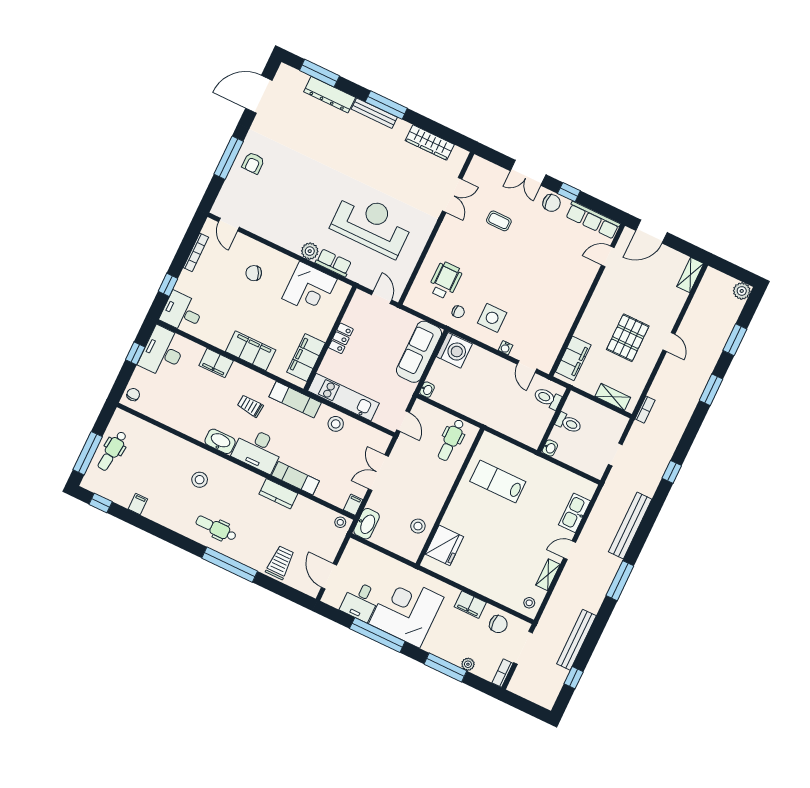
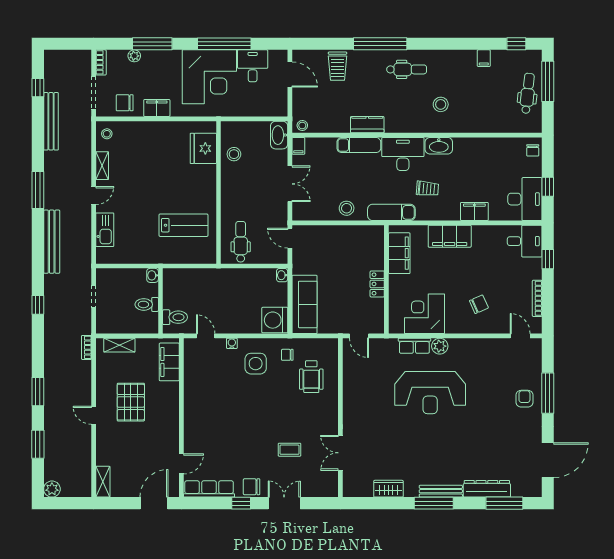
wardrobe: (430, 143) -> (388, 489), width x0.67
reception desk: (372, 224) -> (430, 393), moved
kitchen unit: (344, 397) -> (351, 235), removed

